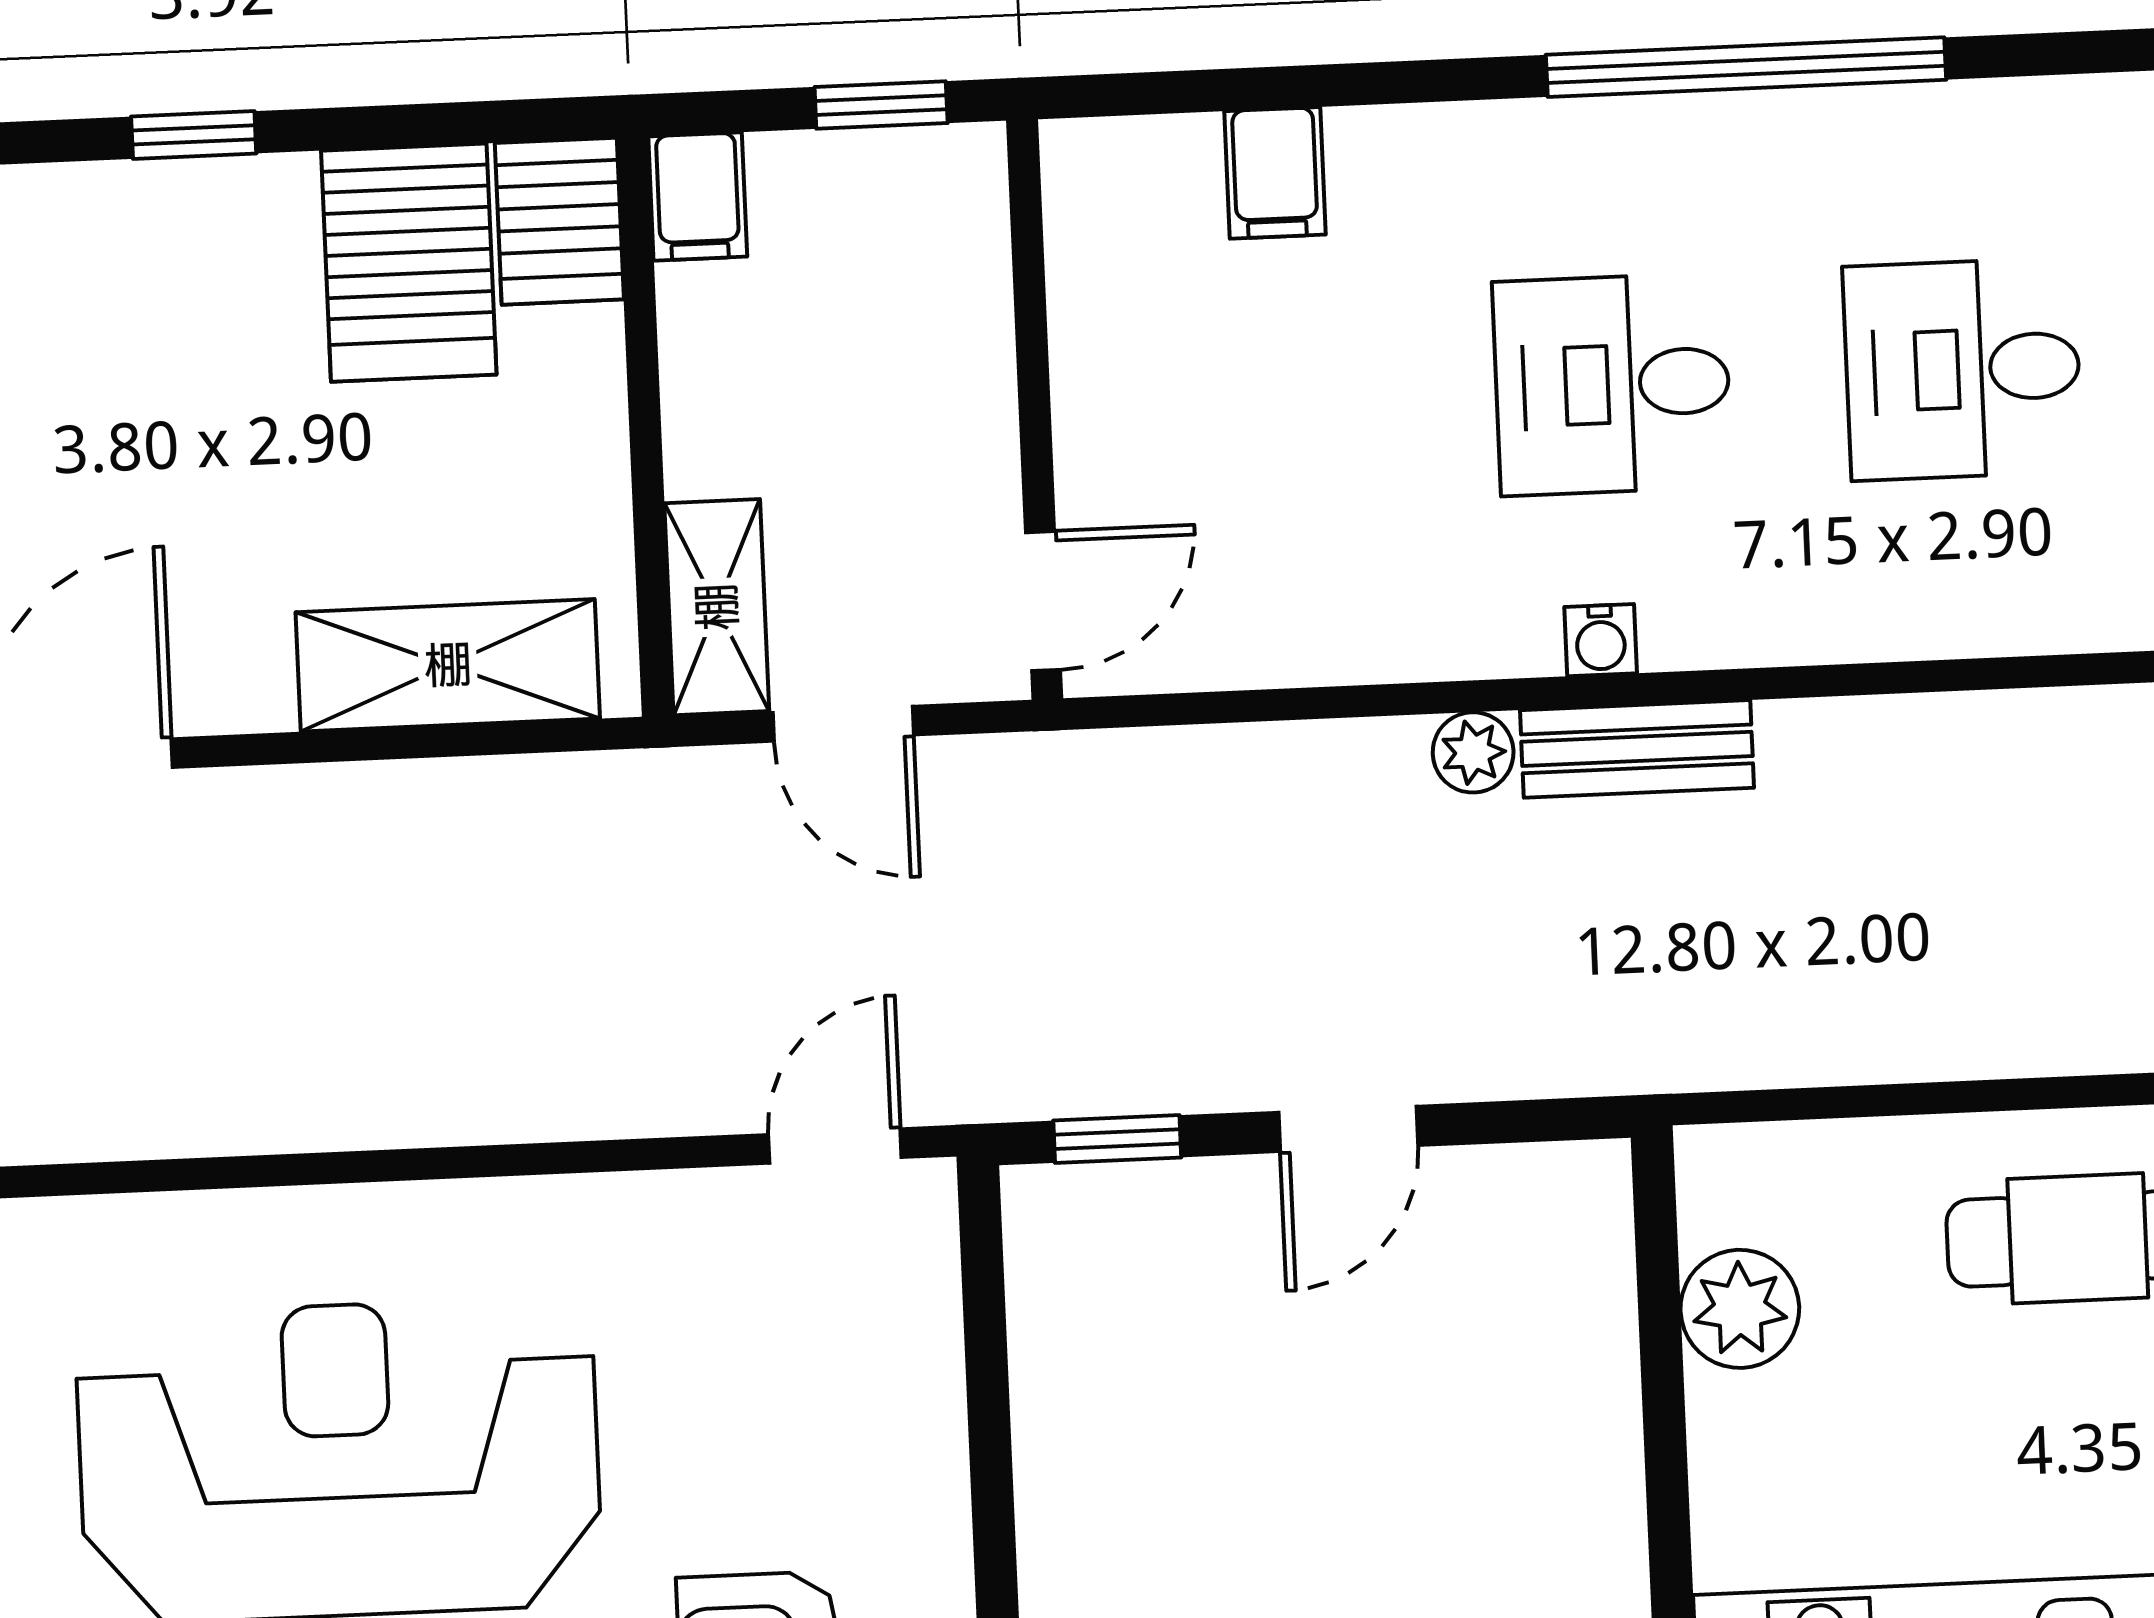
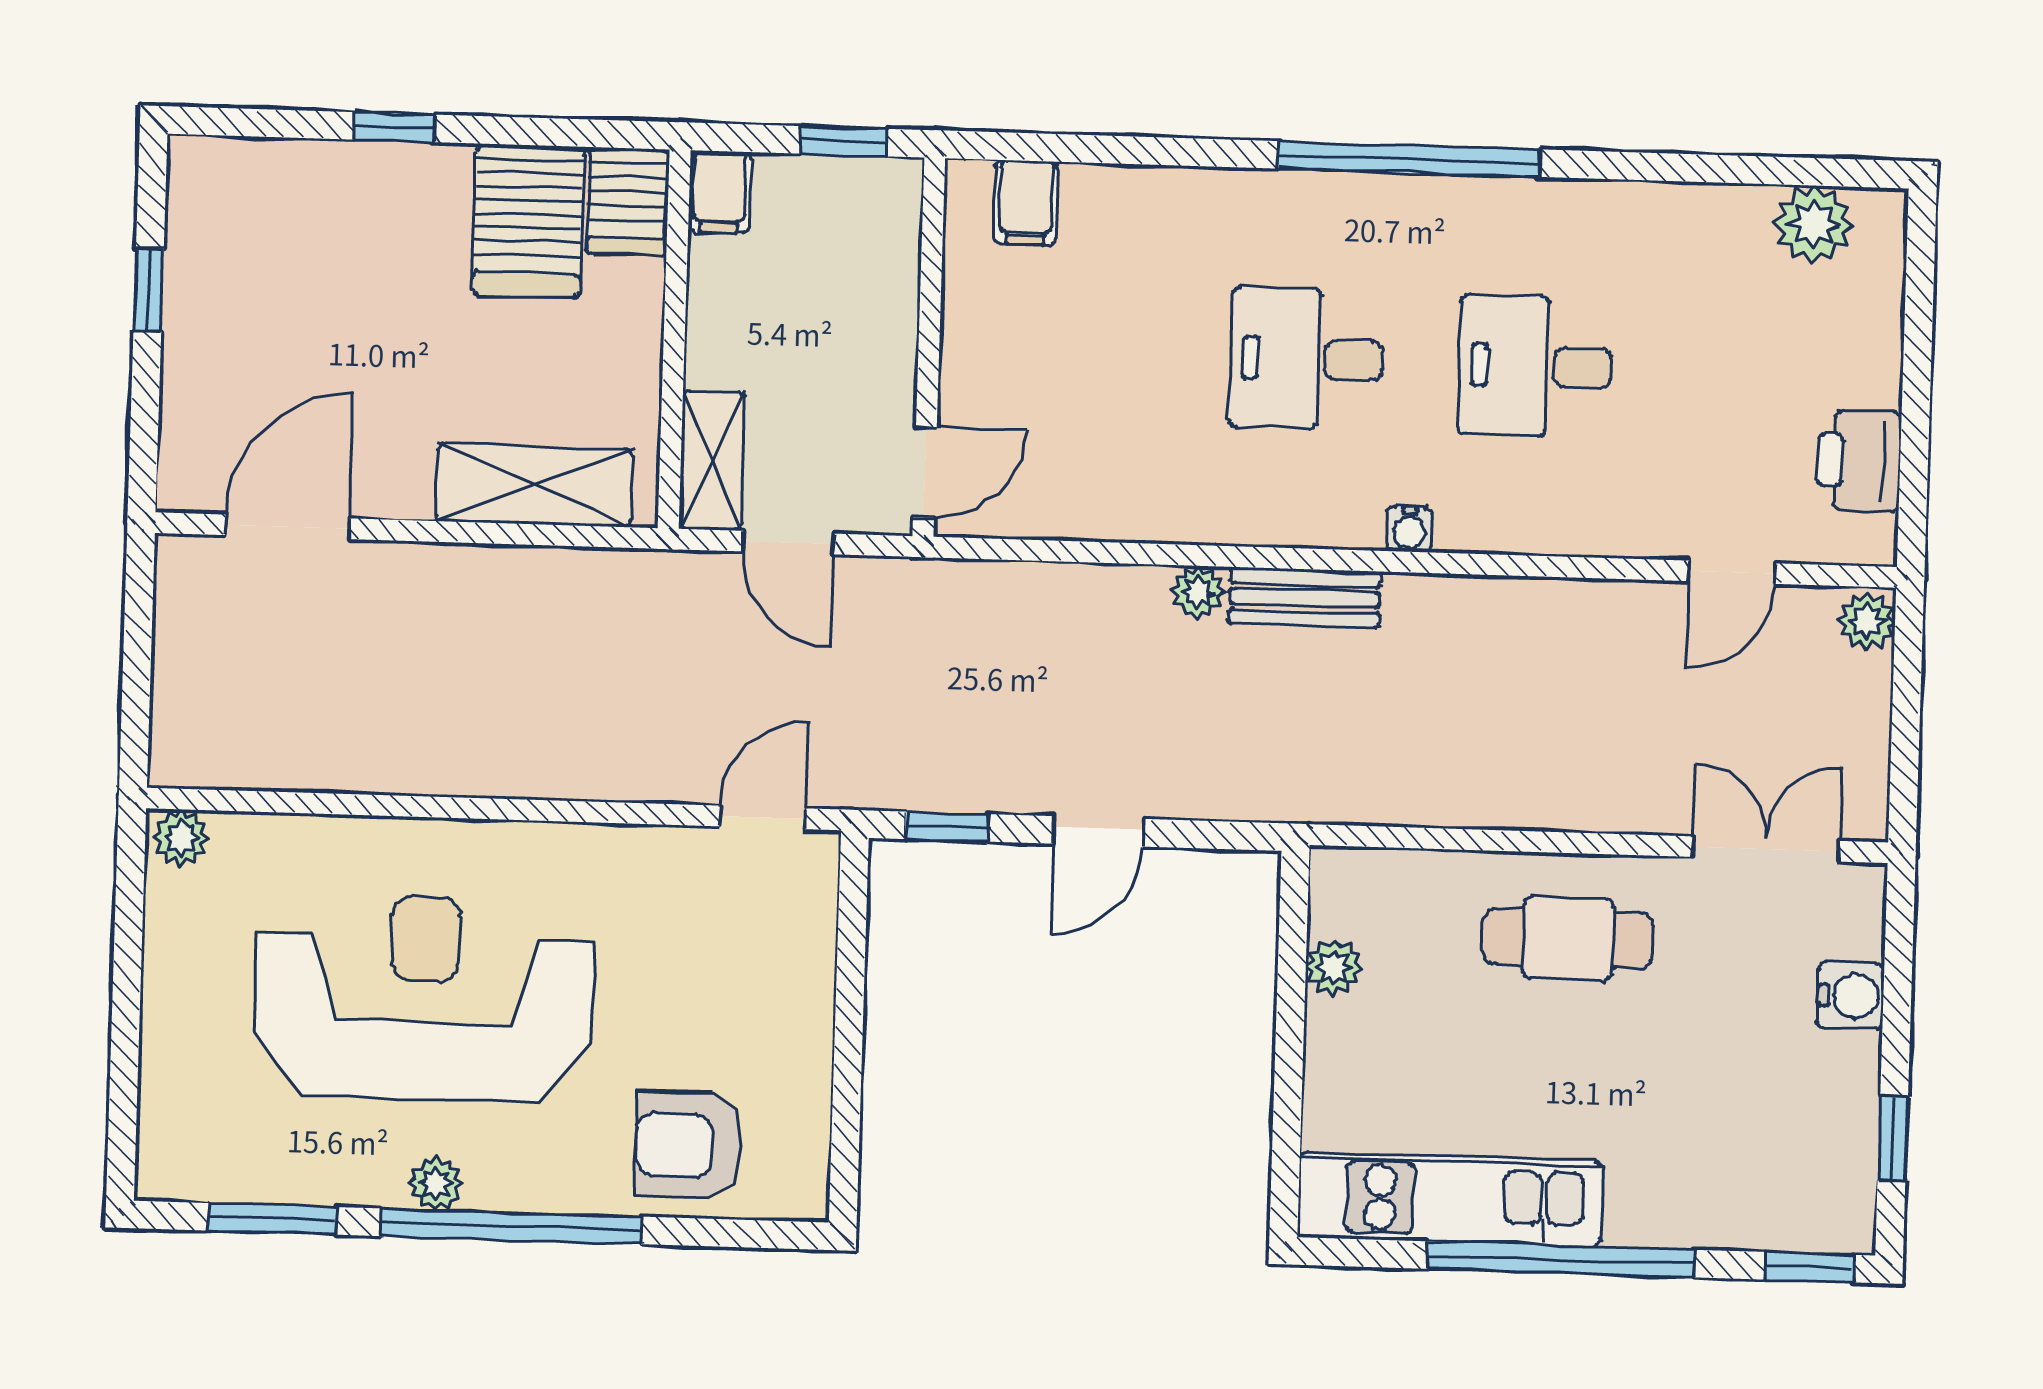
filing cabinet: (1275, 173) -> (1026, 203), moved
water cooler: (1601, 640) -> (1410, 529), moved
plant: (1740, 1309) -> (1334, 967), width x0.73, depth x0.73

